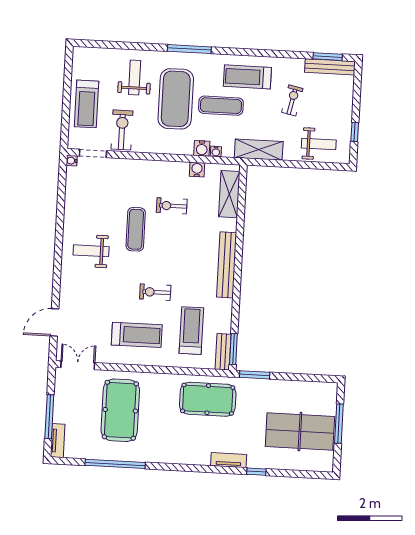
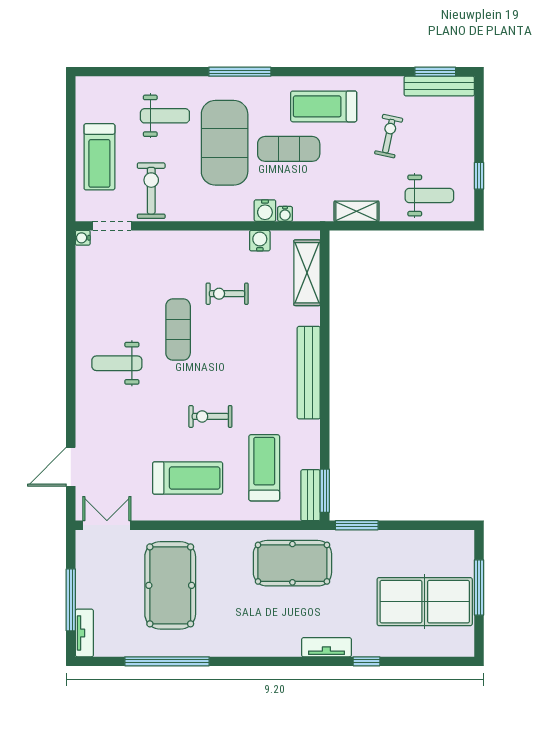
weight bench: (135, 77) -> (165, 116), turned 90
shelving: (259, 150) -> (356, 211), width x0.67, depth x0.75

